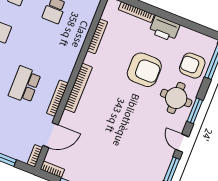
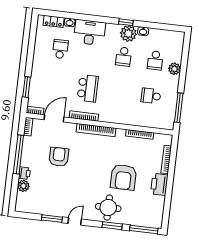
armchair: (192, 66) -> (59, 157), moved
school desk: (25, 85) -> (88, 88), turned 90
window: (195, 111) -> (112, 226), moved
door: (51, 135) -> (54, 118), swing flipped

